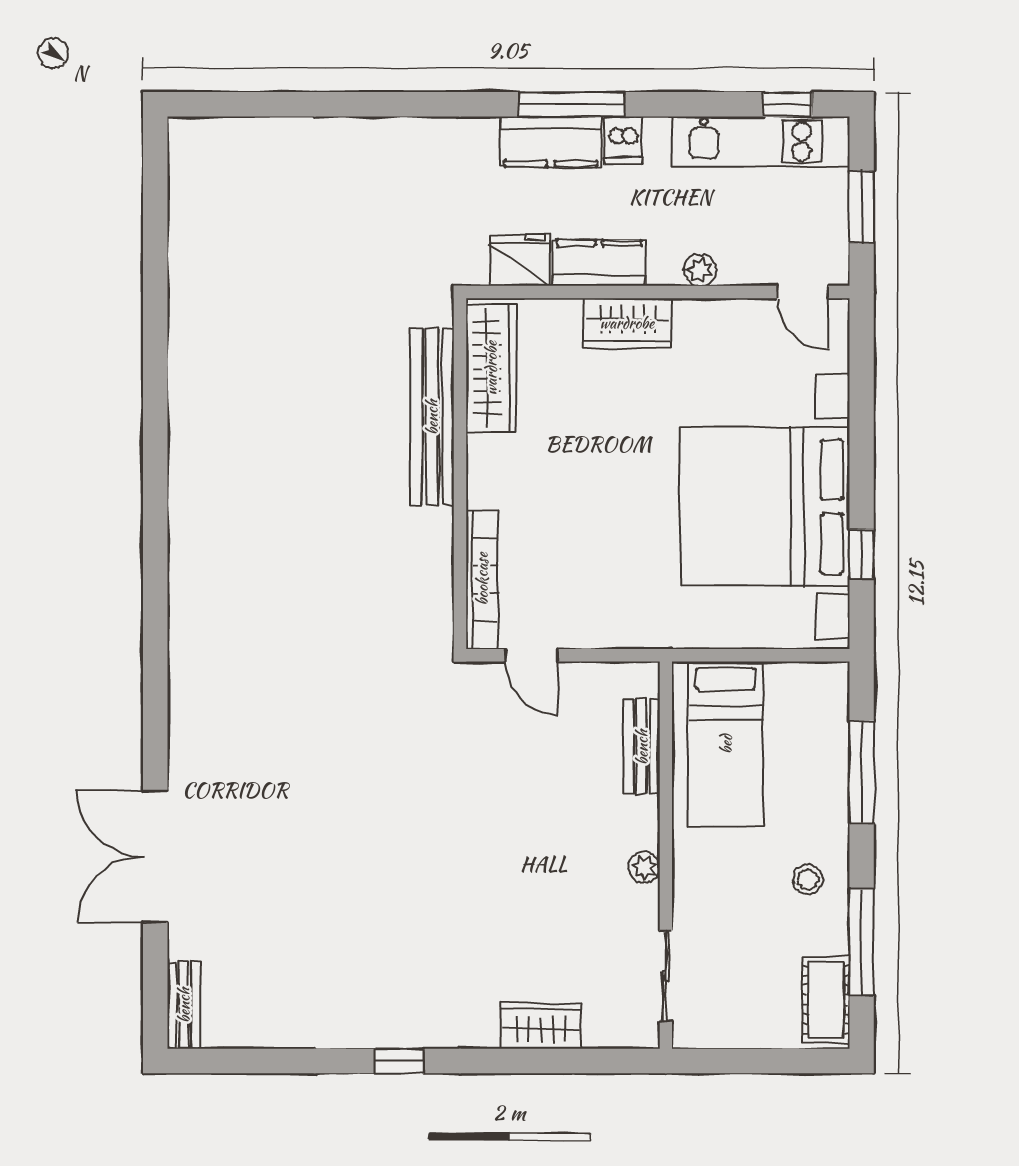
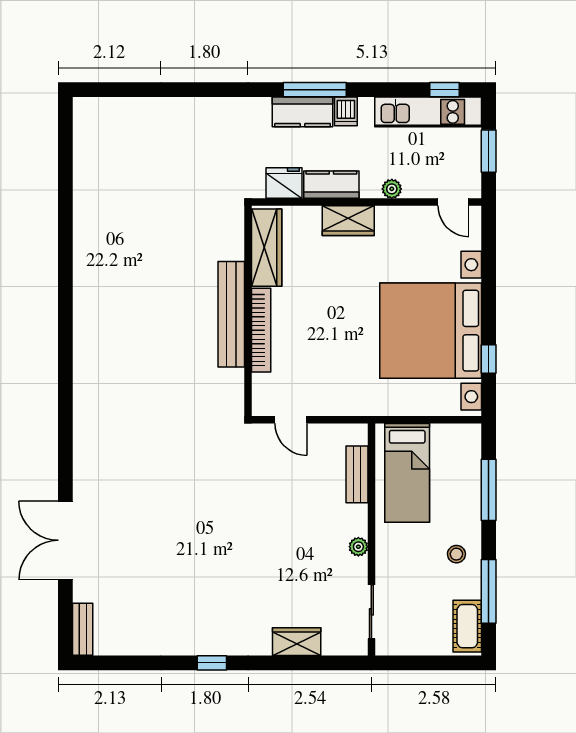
bench: (432, 417) -> (231, 314), moved
bookcase: (482, 579) -> (261, 330), moved

